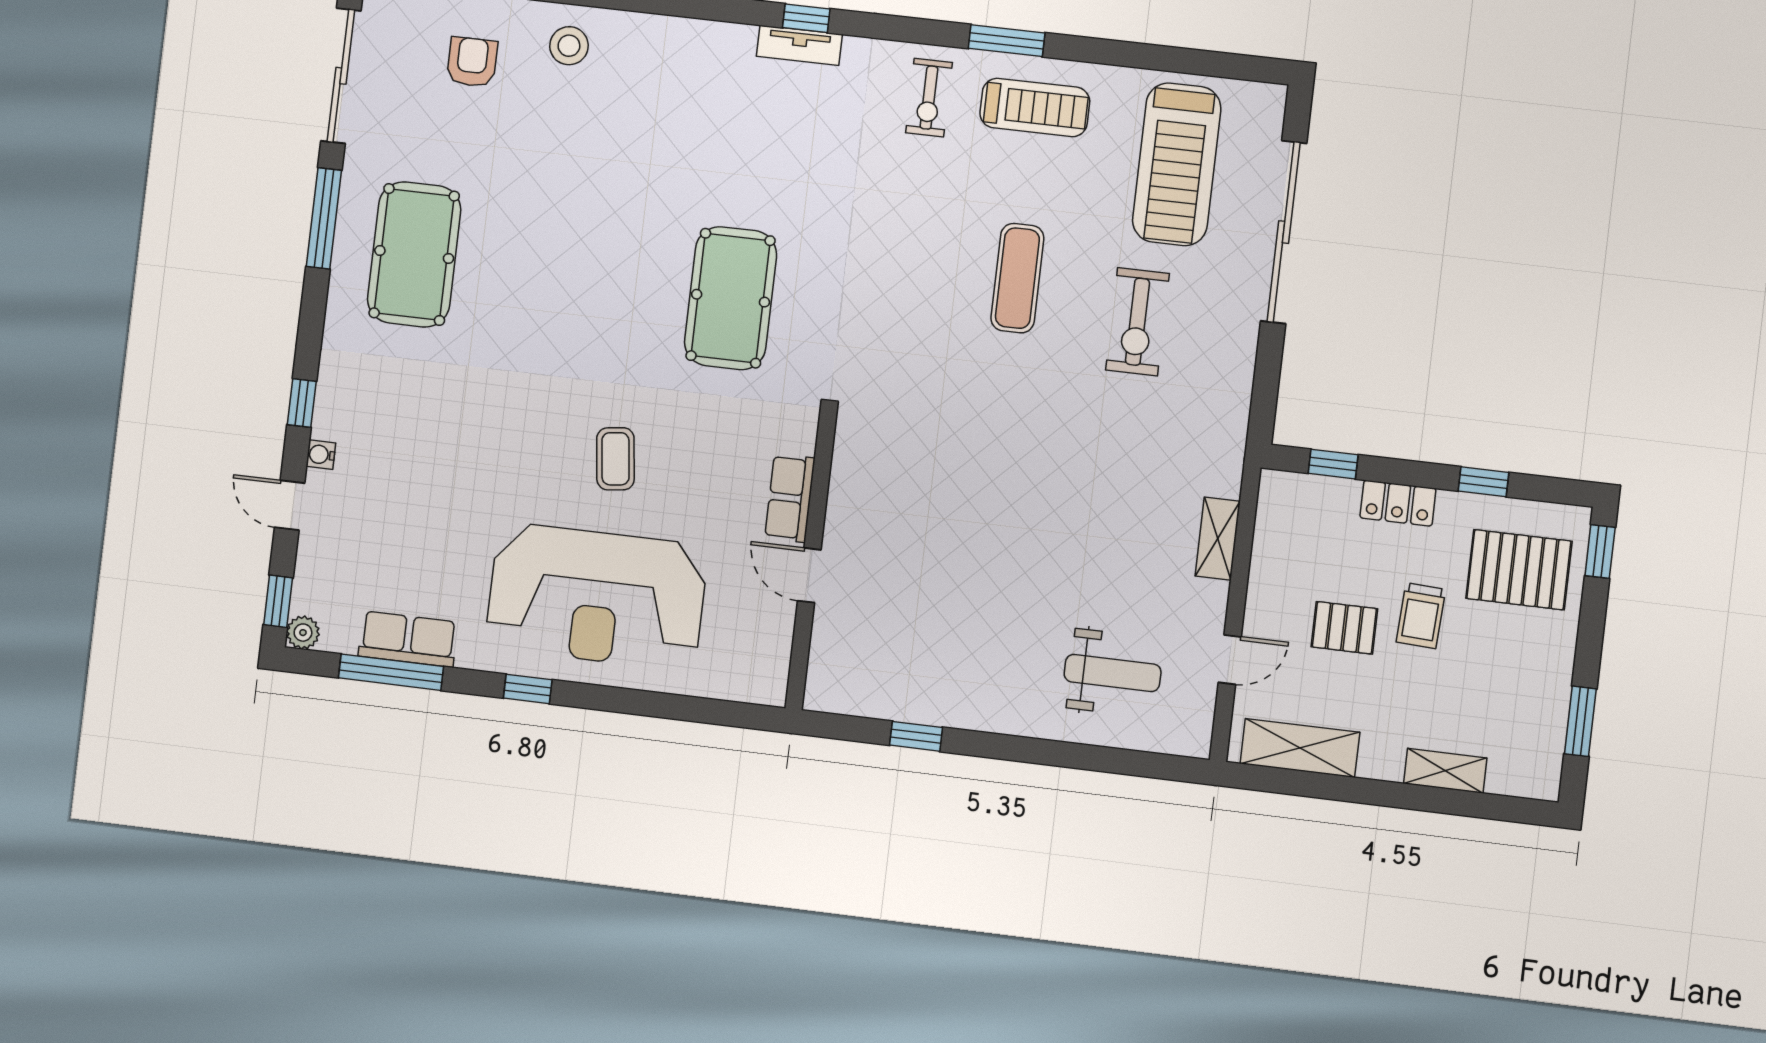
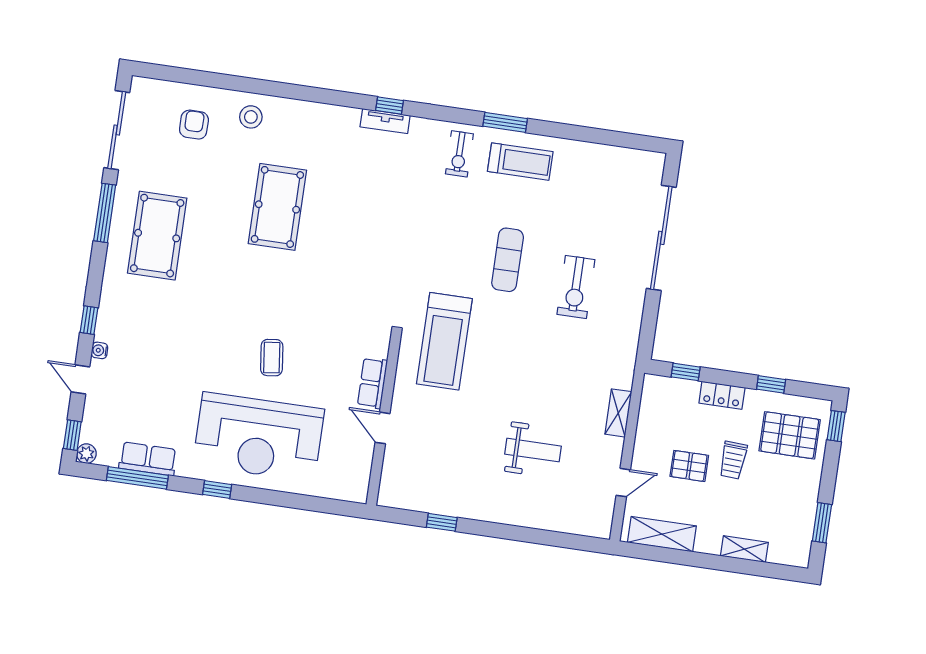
treadmill: (1177, 164) -> (444, 341), moved
pool table: (731, 298) -> (277, 207), moved
weight bench: (1113, 673) -> (533, 450), moved

